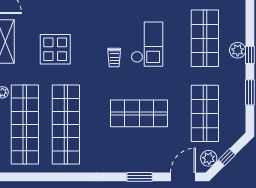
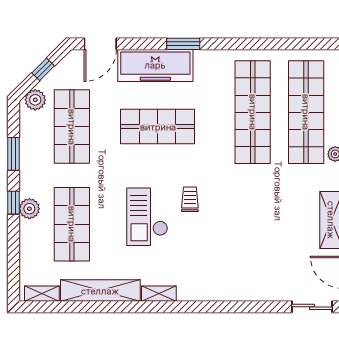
display table: (55, 49) -> (267, 210), removed
plant: (209, 158) -> (35, 100), moved
freezer: (141, 160) -> (155, 65), added
window: (140, 177) -> (183, 44), moved

